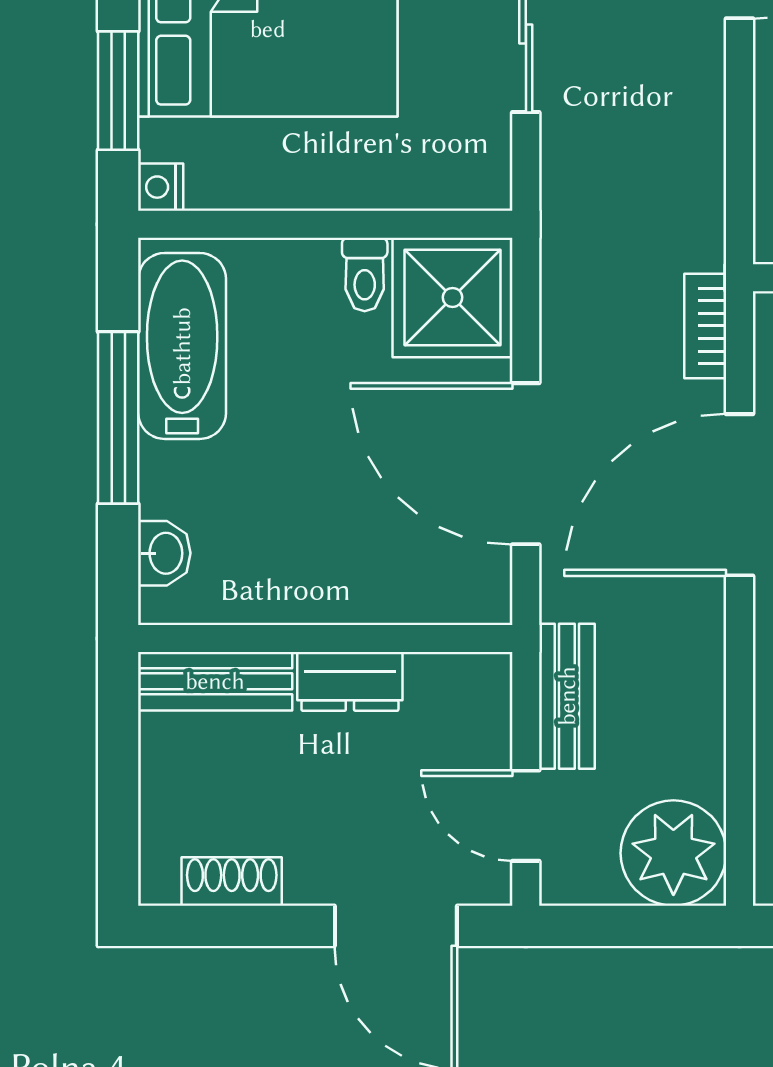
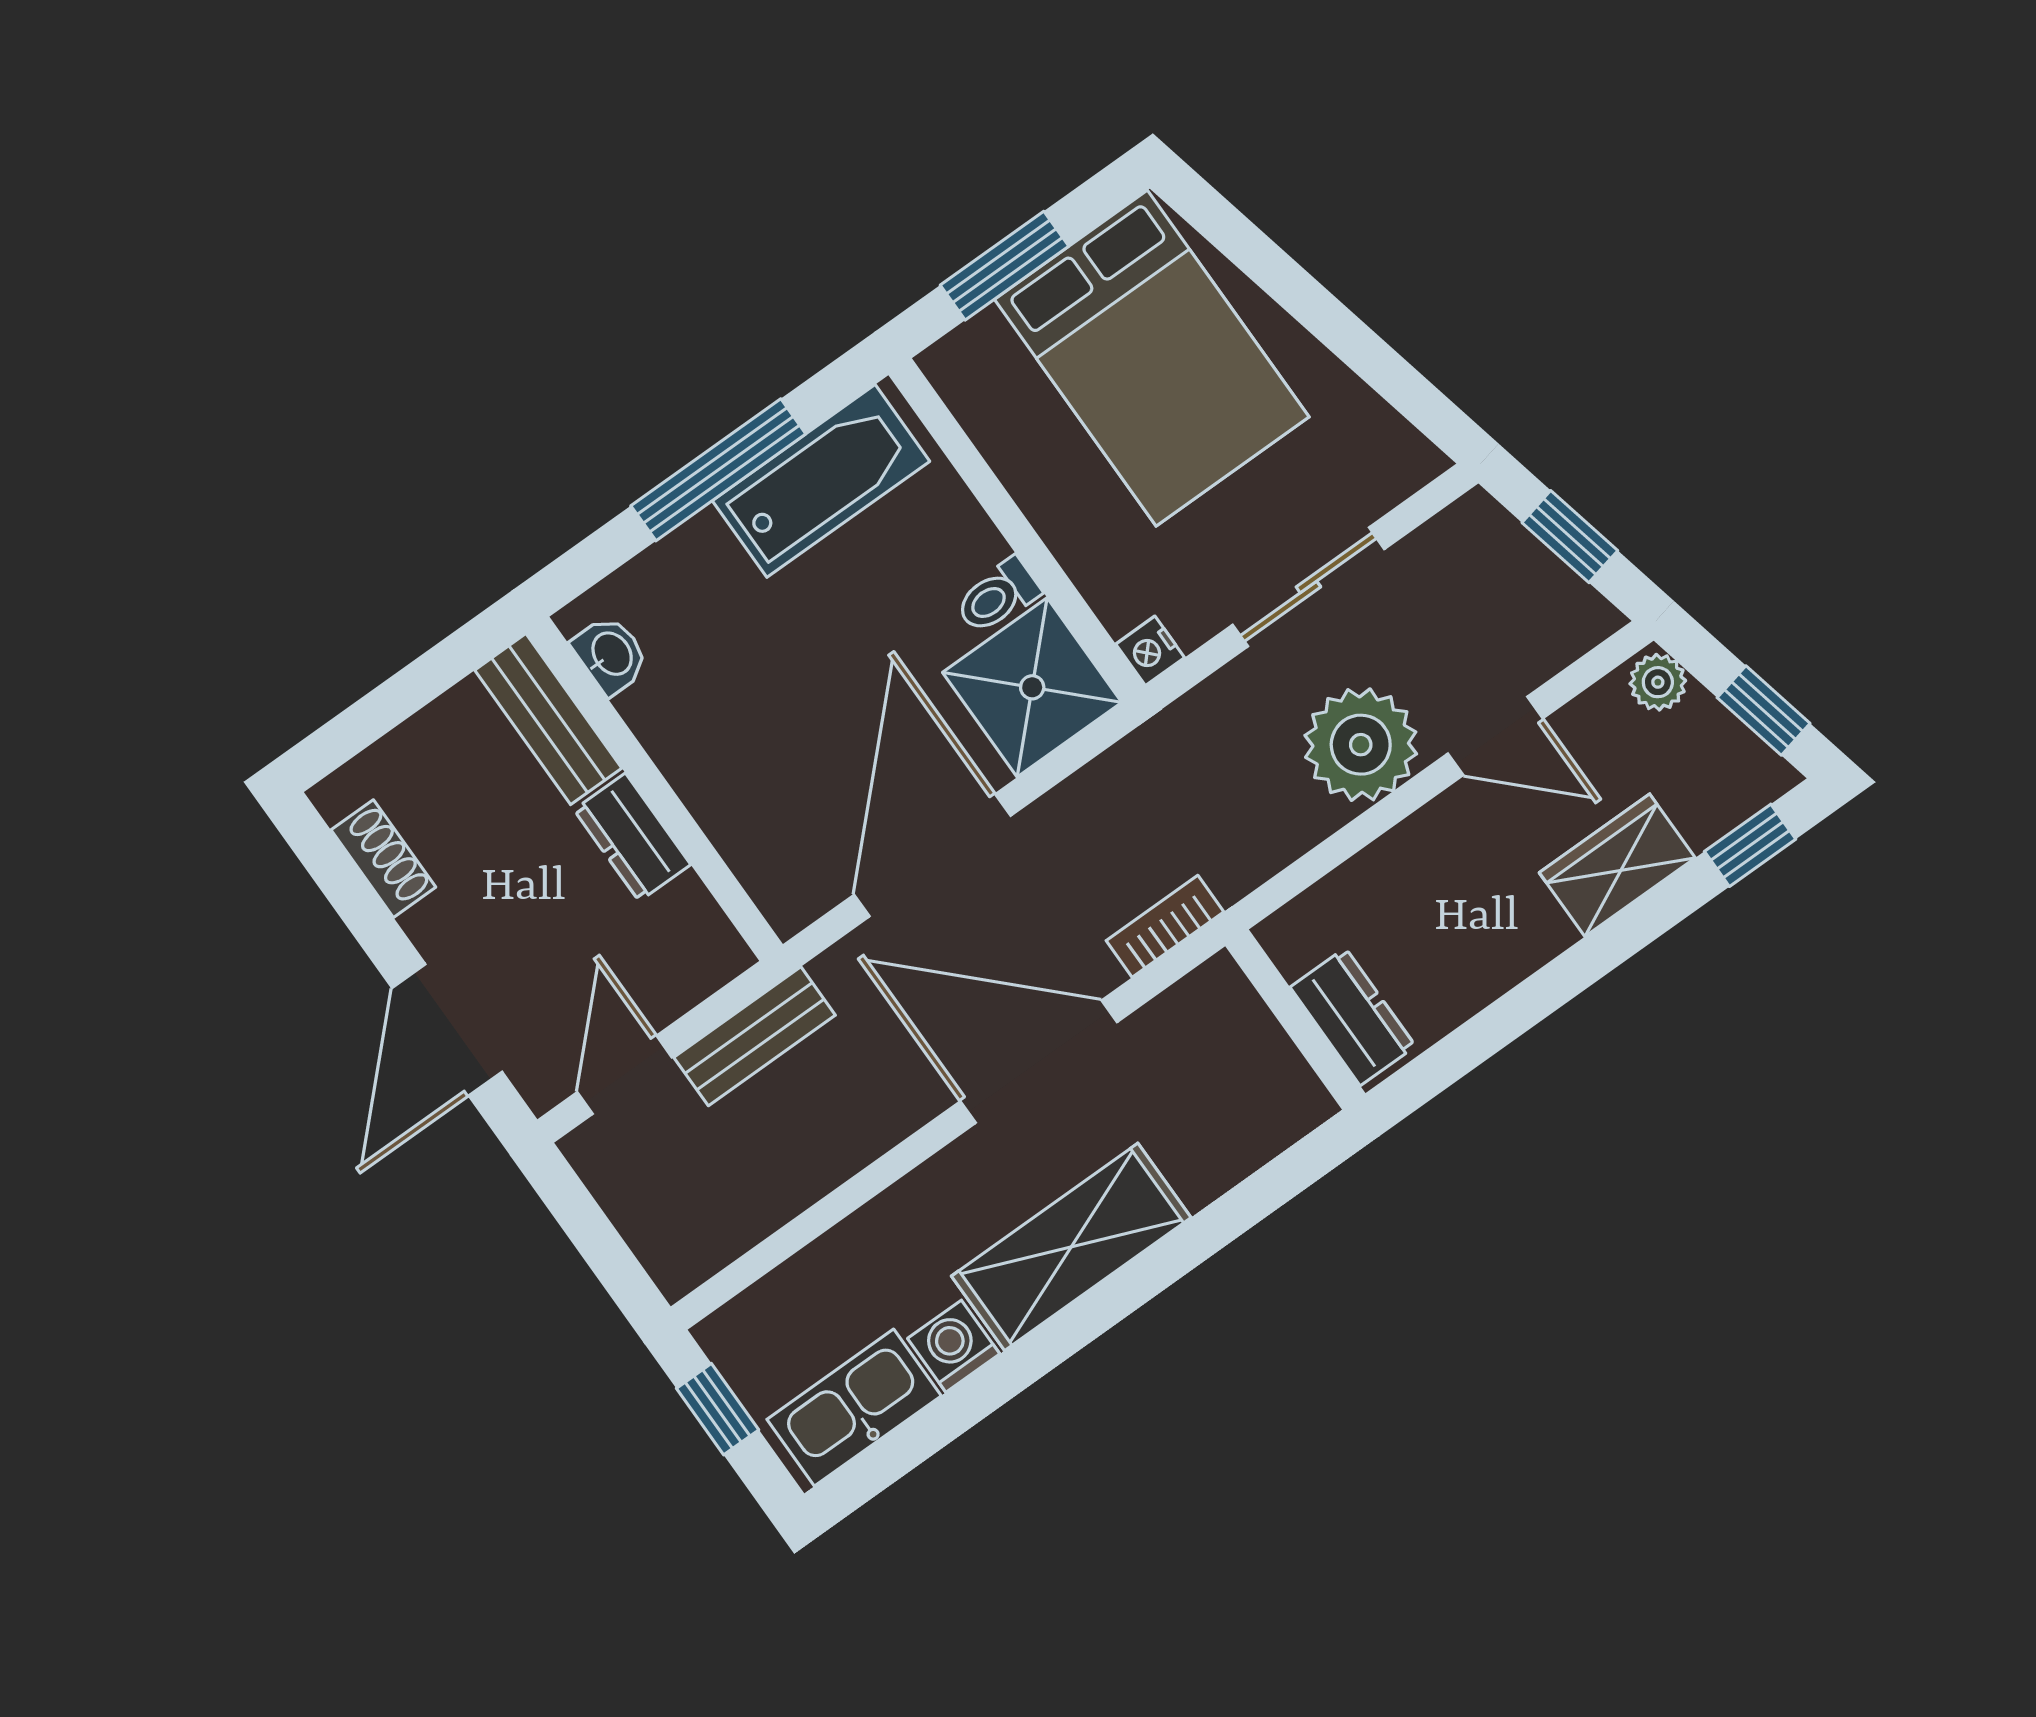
nightstand: (161, 187) -> (1150, 651), moved, turned -90
washbasin: (164, 553) -> (611, 655), moved, turned -90
plant: (673, 853) -> (1361, 745), moved

